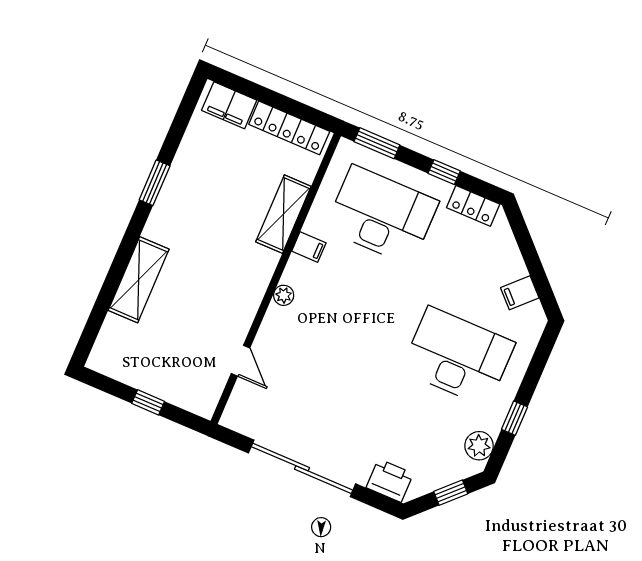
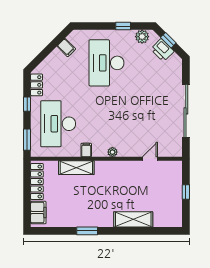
printer: (390, 481) -> (162, 50), moved, turned -45

